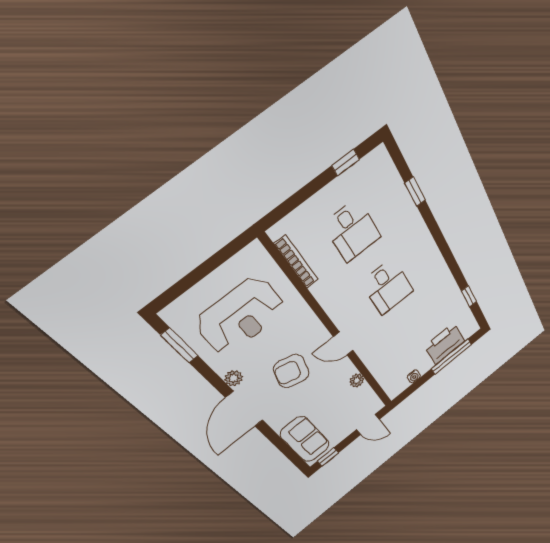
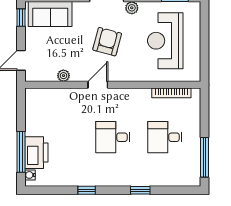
window: (346, 163) -> (205, 157), width x2.17
window: (415, 192) -> (140, 190), moved
window: (469, 296) -> (87, 190), moved
water cooler: (414, 376) -> (30, 175), moved

